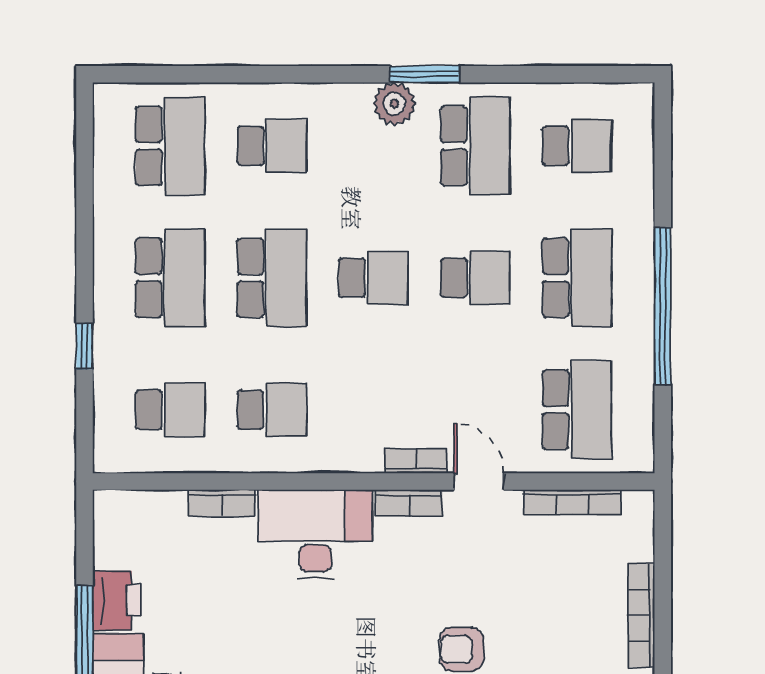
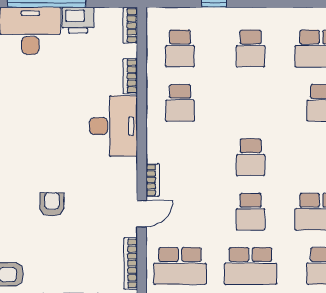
school desk: (170, 278) -> (251, 48), width x0.54
school desk: (272, 278) -> (251, 103), removed
bookcase: (409, 503) -> (130, 25), moved

